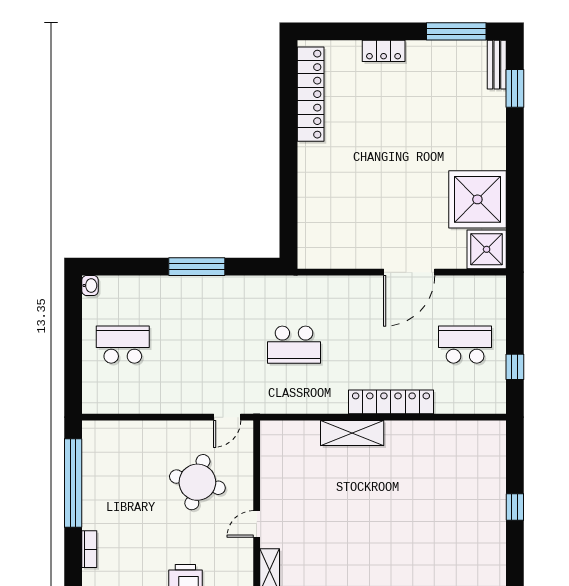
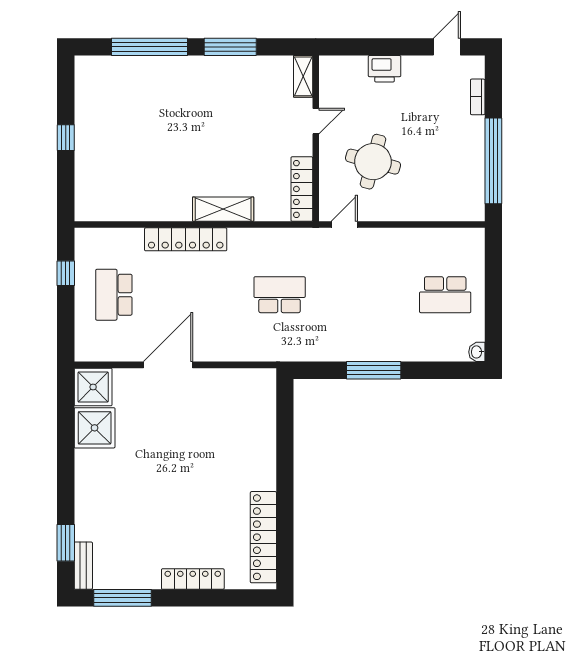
locker: (384, 51) -> (193, 579), width x1.53
shower: (477, 199) -> (95, 428), width x0.73, depth x0.73
school desk: (465, 345) -> (114, 295), turned 90
locker: (271, 454) -> (302, 189), added

